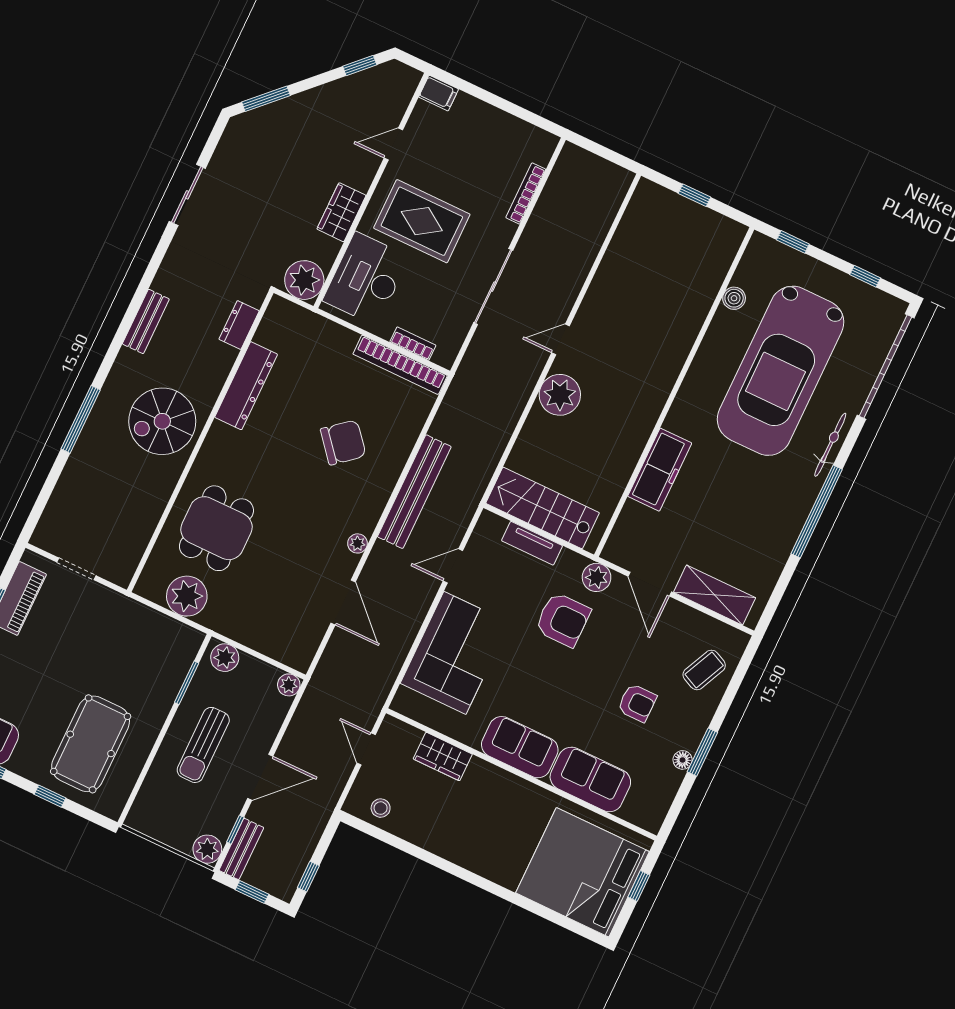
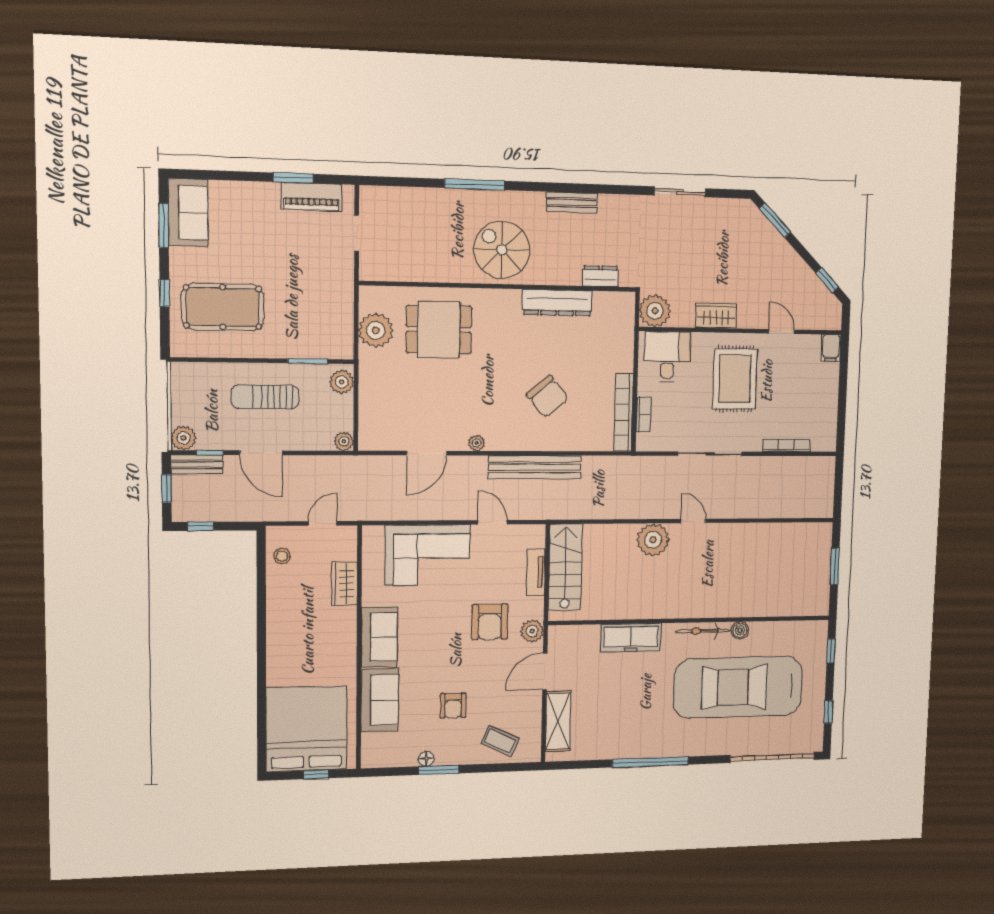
window: (695, 195) -> (835, 566), width x1.50
desk: (366, 279) -> (667, 357), width x0.73
boiler: (734, 298) -> (740, 630), moved
bicycle: (830, 445) -> (703, 631), moved, turned 180

